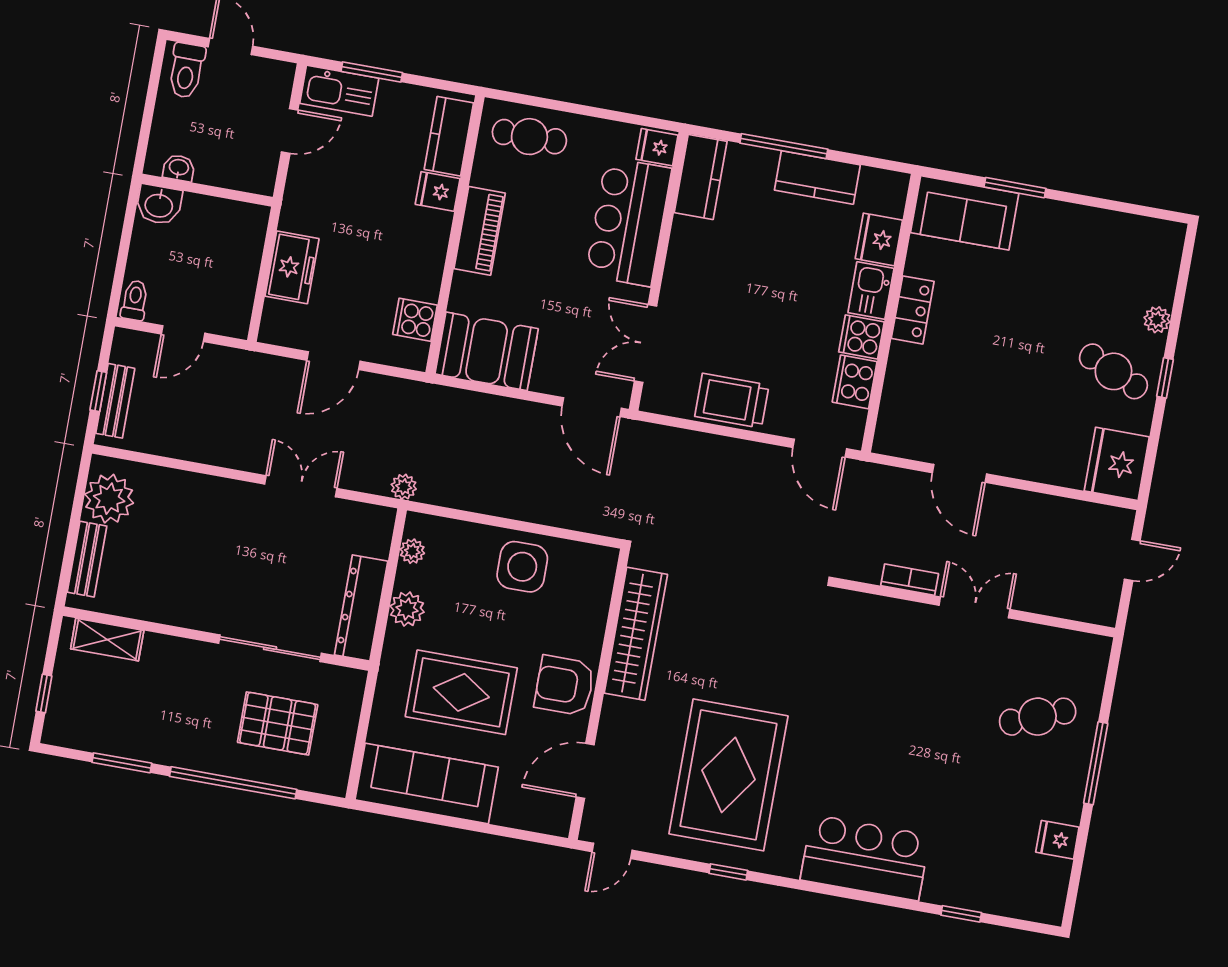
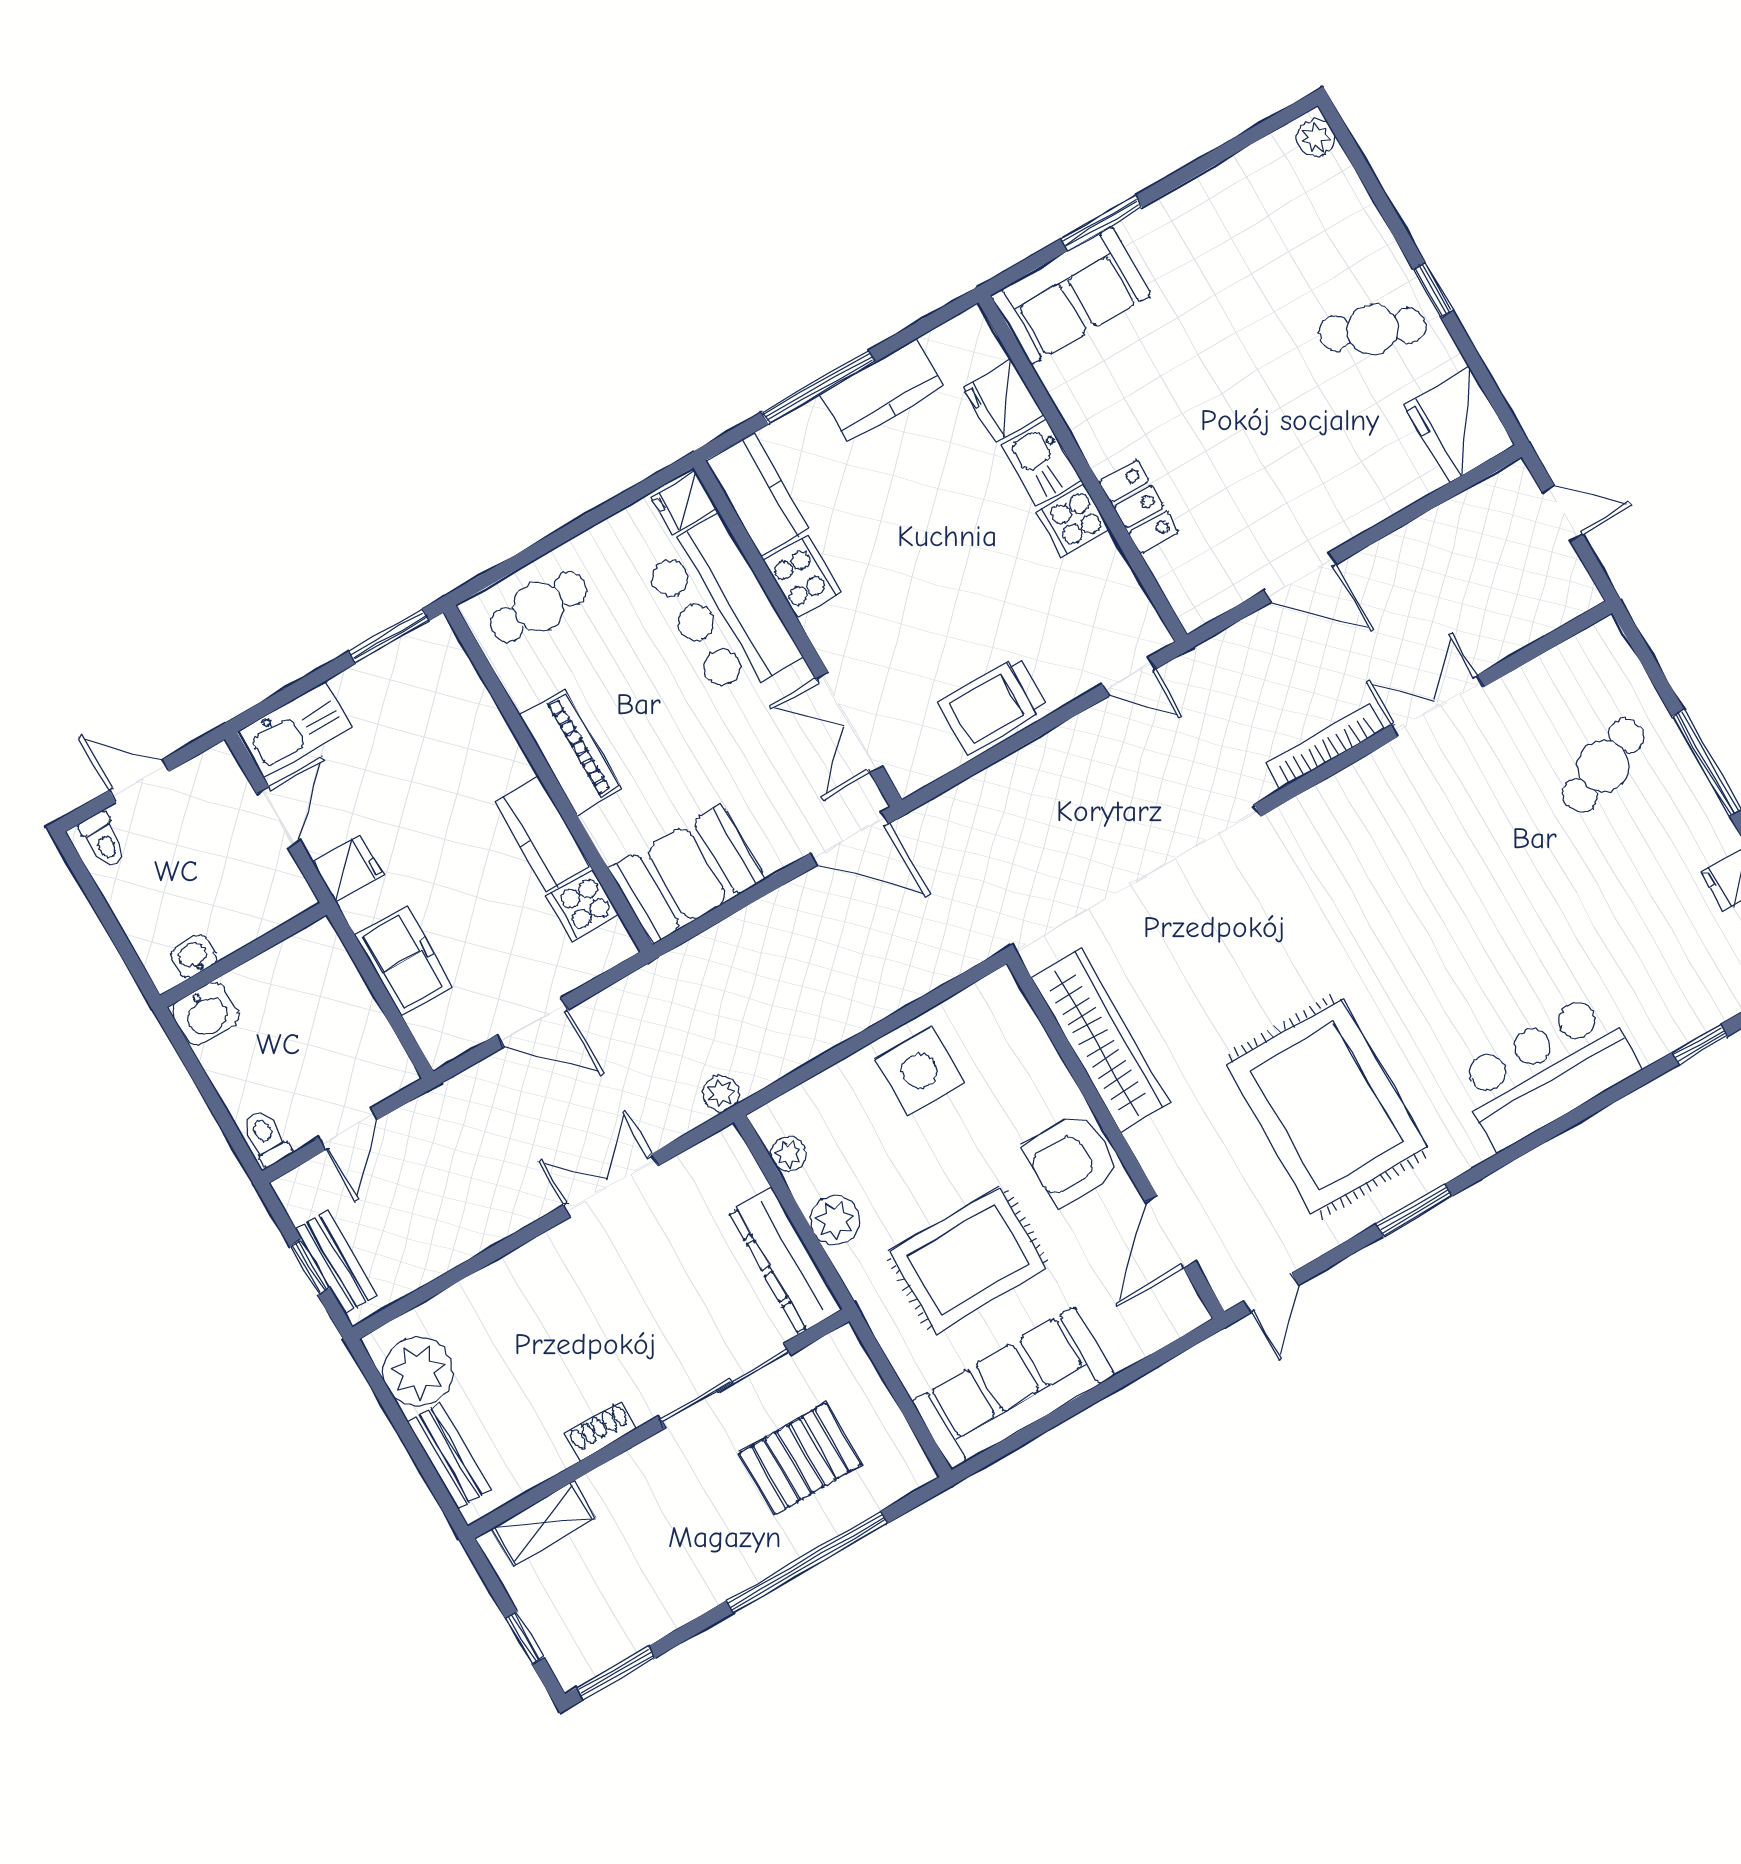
toilet: (186, 70) -> (103, 840), width x0.73, depth x0.72
window: (372, 72) -> (389, 636), moved
kitchen counter: (449, 136) -> (543, 834), moved
fridge: (438, 191) -> (348, 868), moved, turned 180
locker: (913, 310) -> (1139, 507), moved
plant: (1157, 320) -> (1315, 138), moved
door: (334, 361) -> (532, 1022), hinge flipped
cooker: (855, 382) -> (802, 576), moved, turned 180
door: (820, 448) -> (1129, 677), width x0.73
door: (1132, 560) -> (1562, 513), hinge flipped
bookcase: (910, 580) -> (1325, 746), width x1.56
shoe rack: (181, 616) -> (601, 1431), added
window: (122, 763) -> (616, 1673), moved
window: (728, 872) -> (1414, 1210), width x1.50

